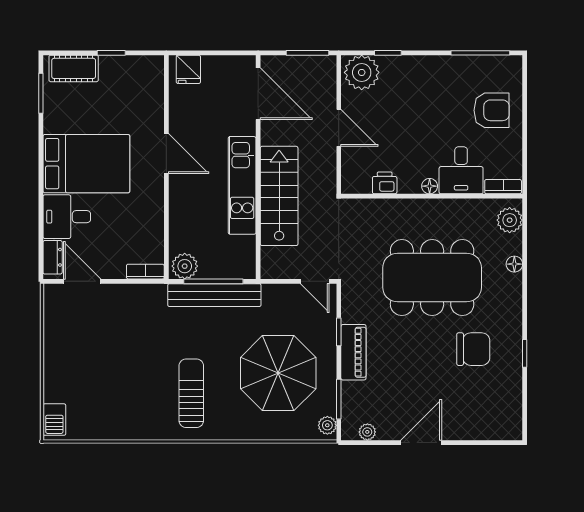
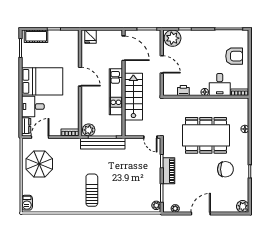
plant: (510, 220) -> (243, 206), moved
door: (82, 281) -> (40, 137), hinge flipped
parasol: (278, 373) -> (39, 164), moved, width x0.73, depth x0.73

